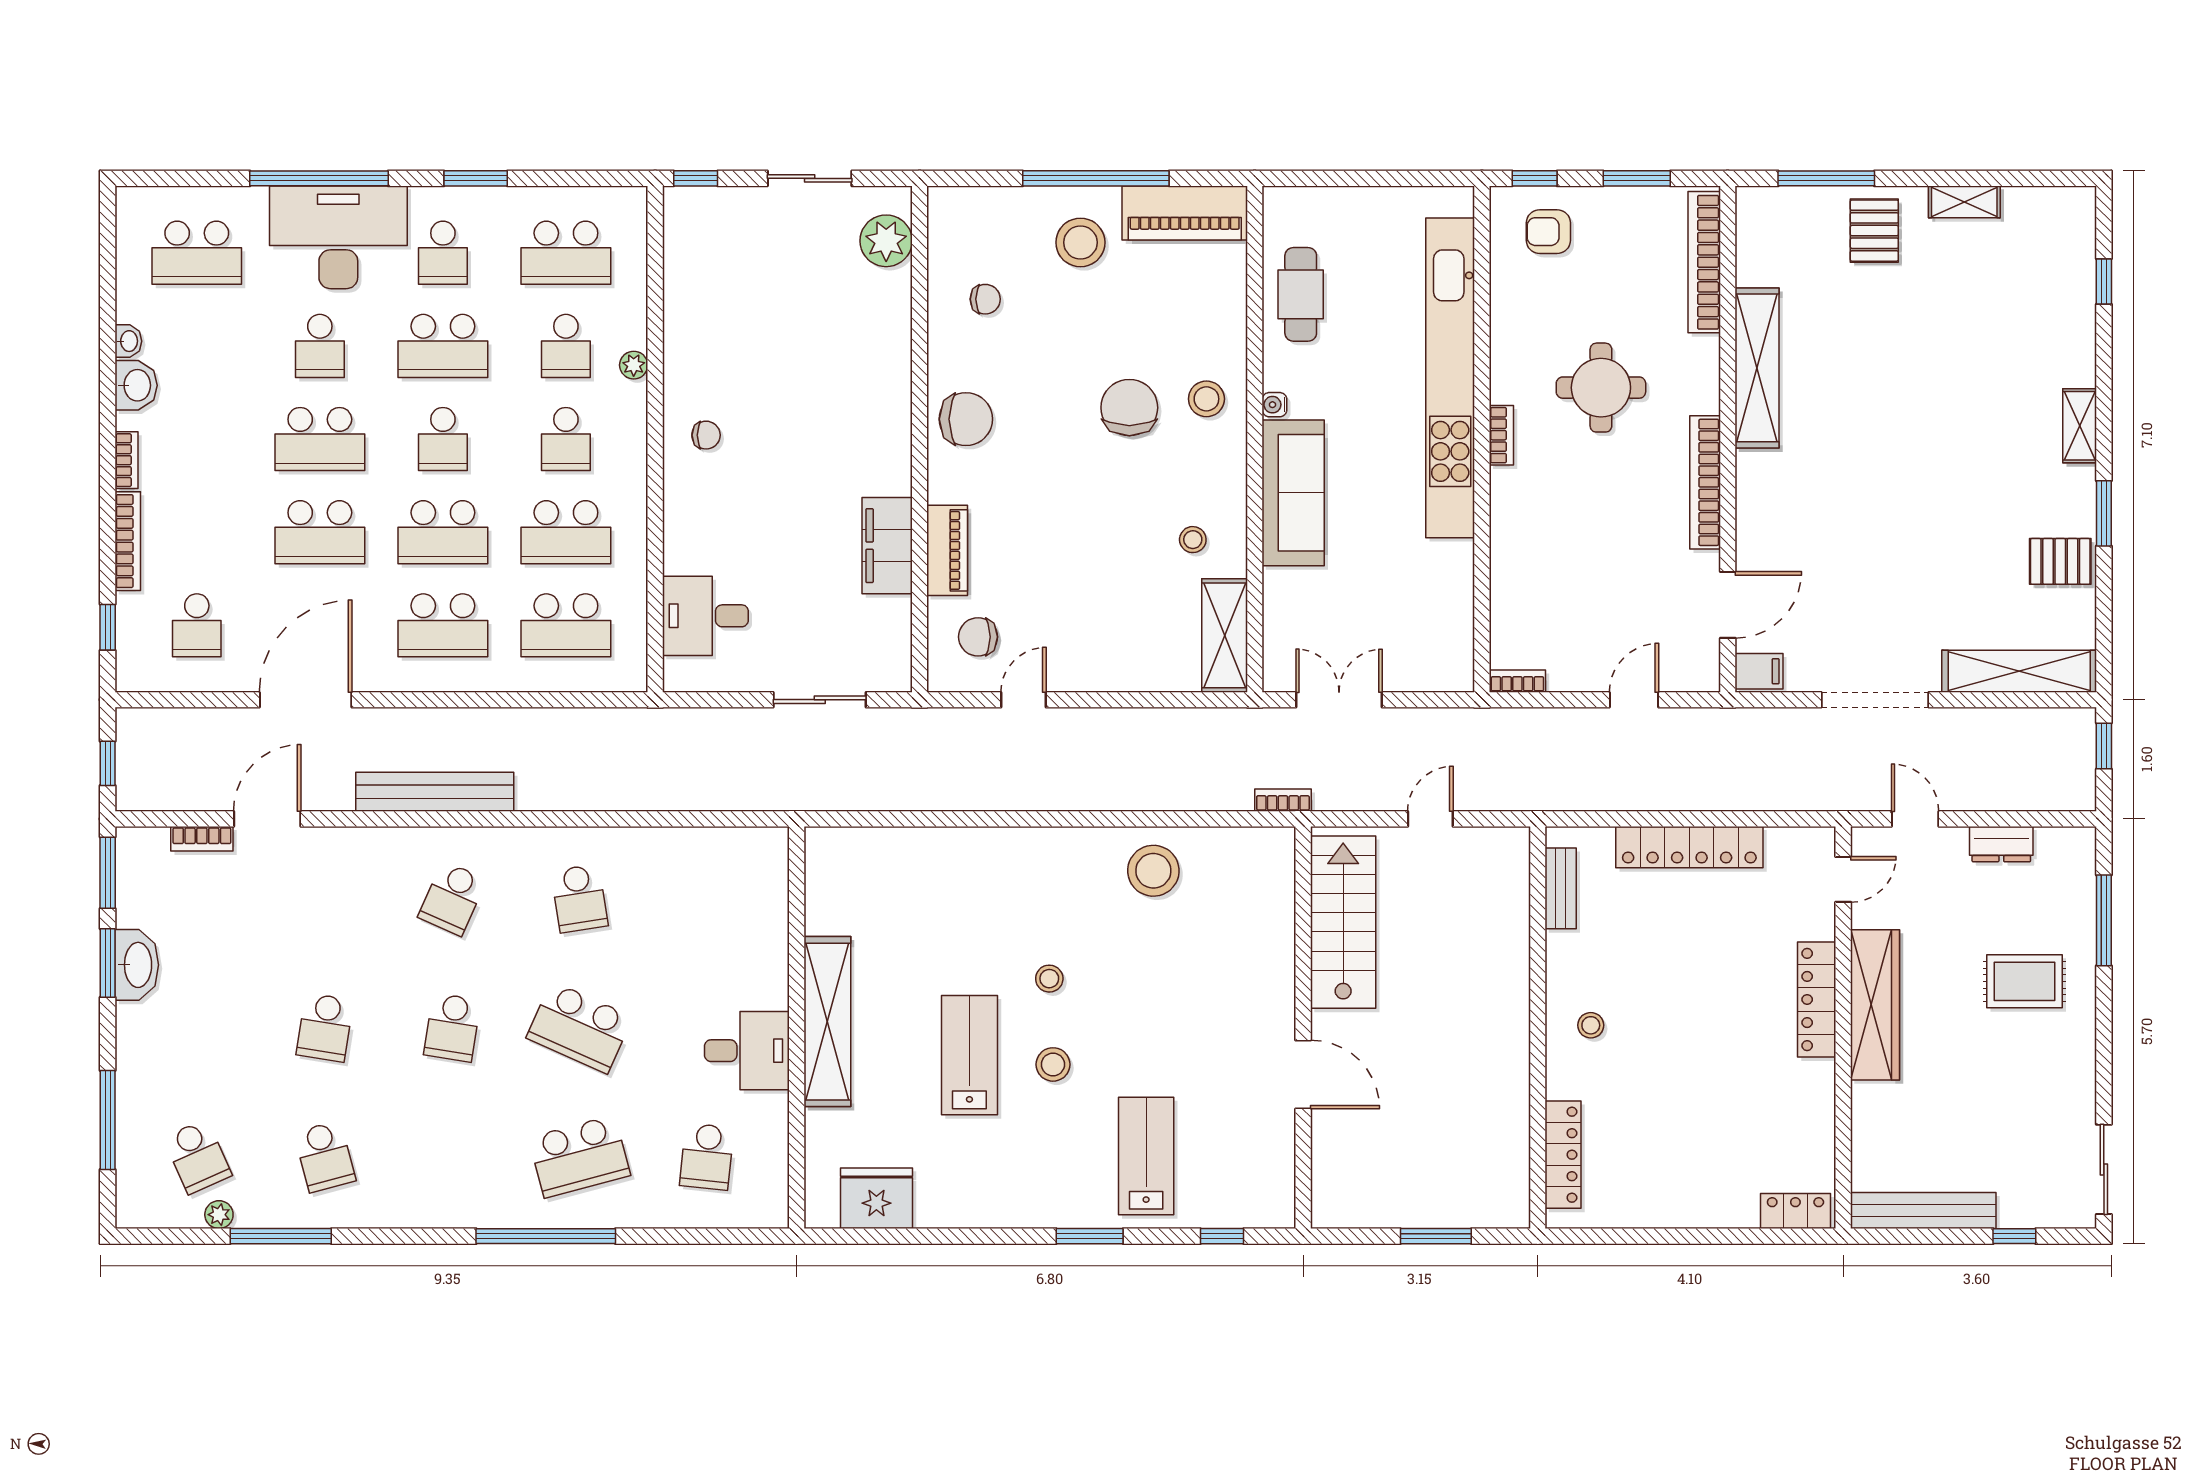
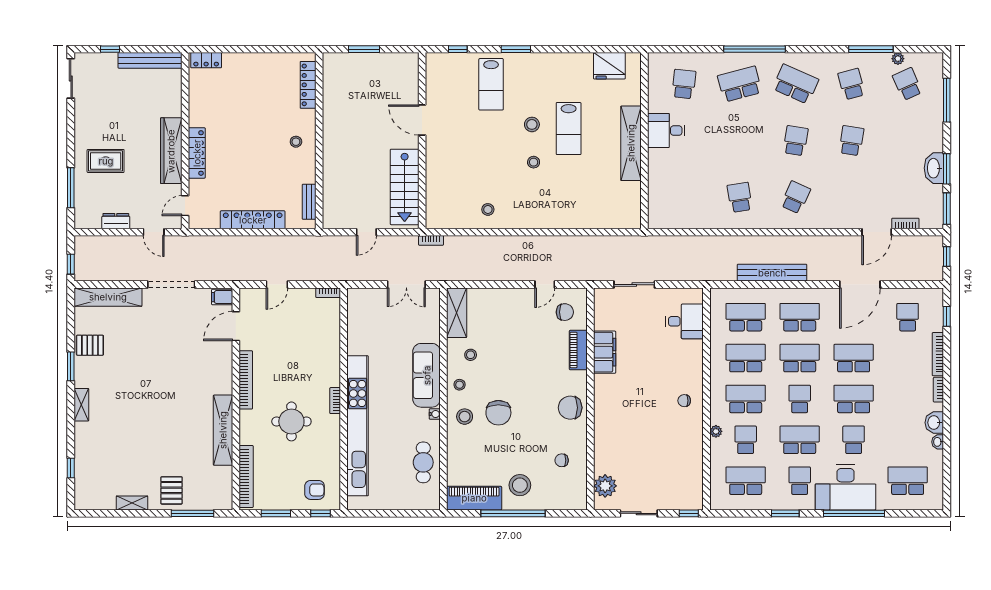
school desk: (566, 439) -> (746, 399), width x1.85
stool: (1218, 471) -> (460, 385), added
bench: (435, 792) -> (772, 273), moved
stool: (1153, 871) -> (488, 209), width x0.53, depth x0.53
school desk: (579, 1027) -> (796, 84), moved

